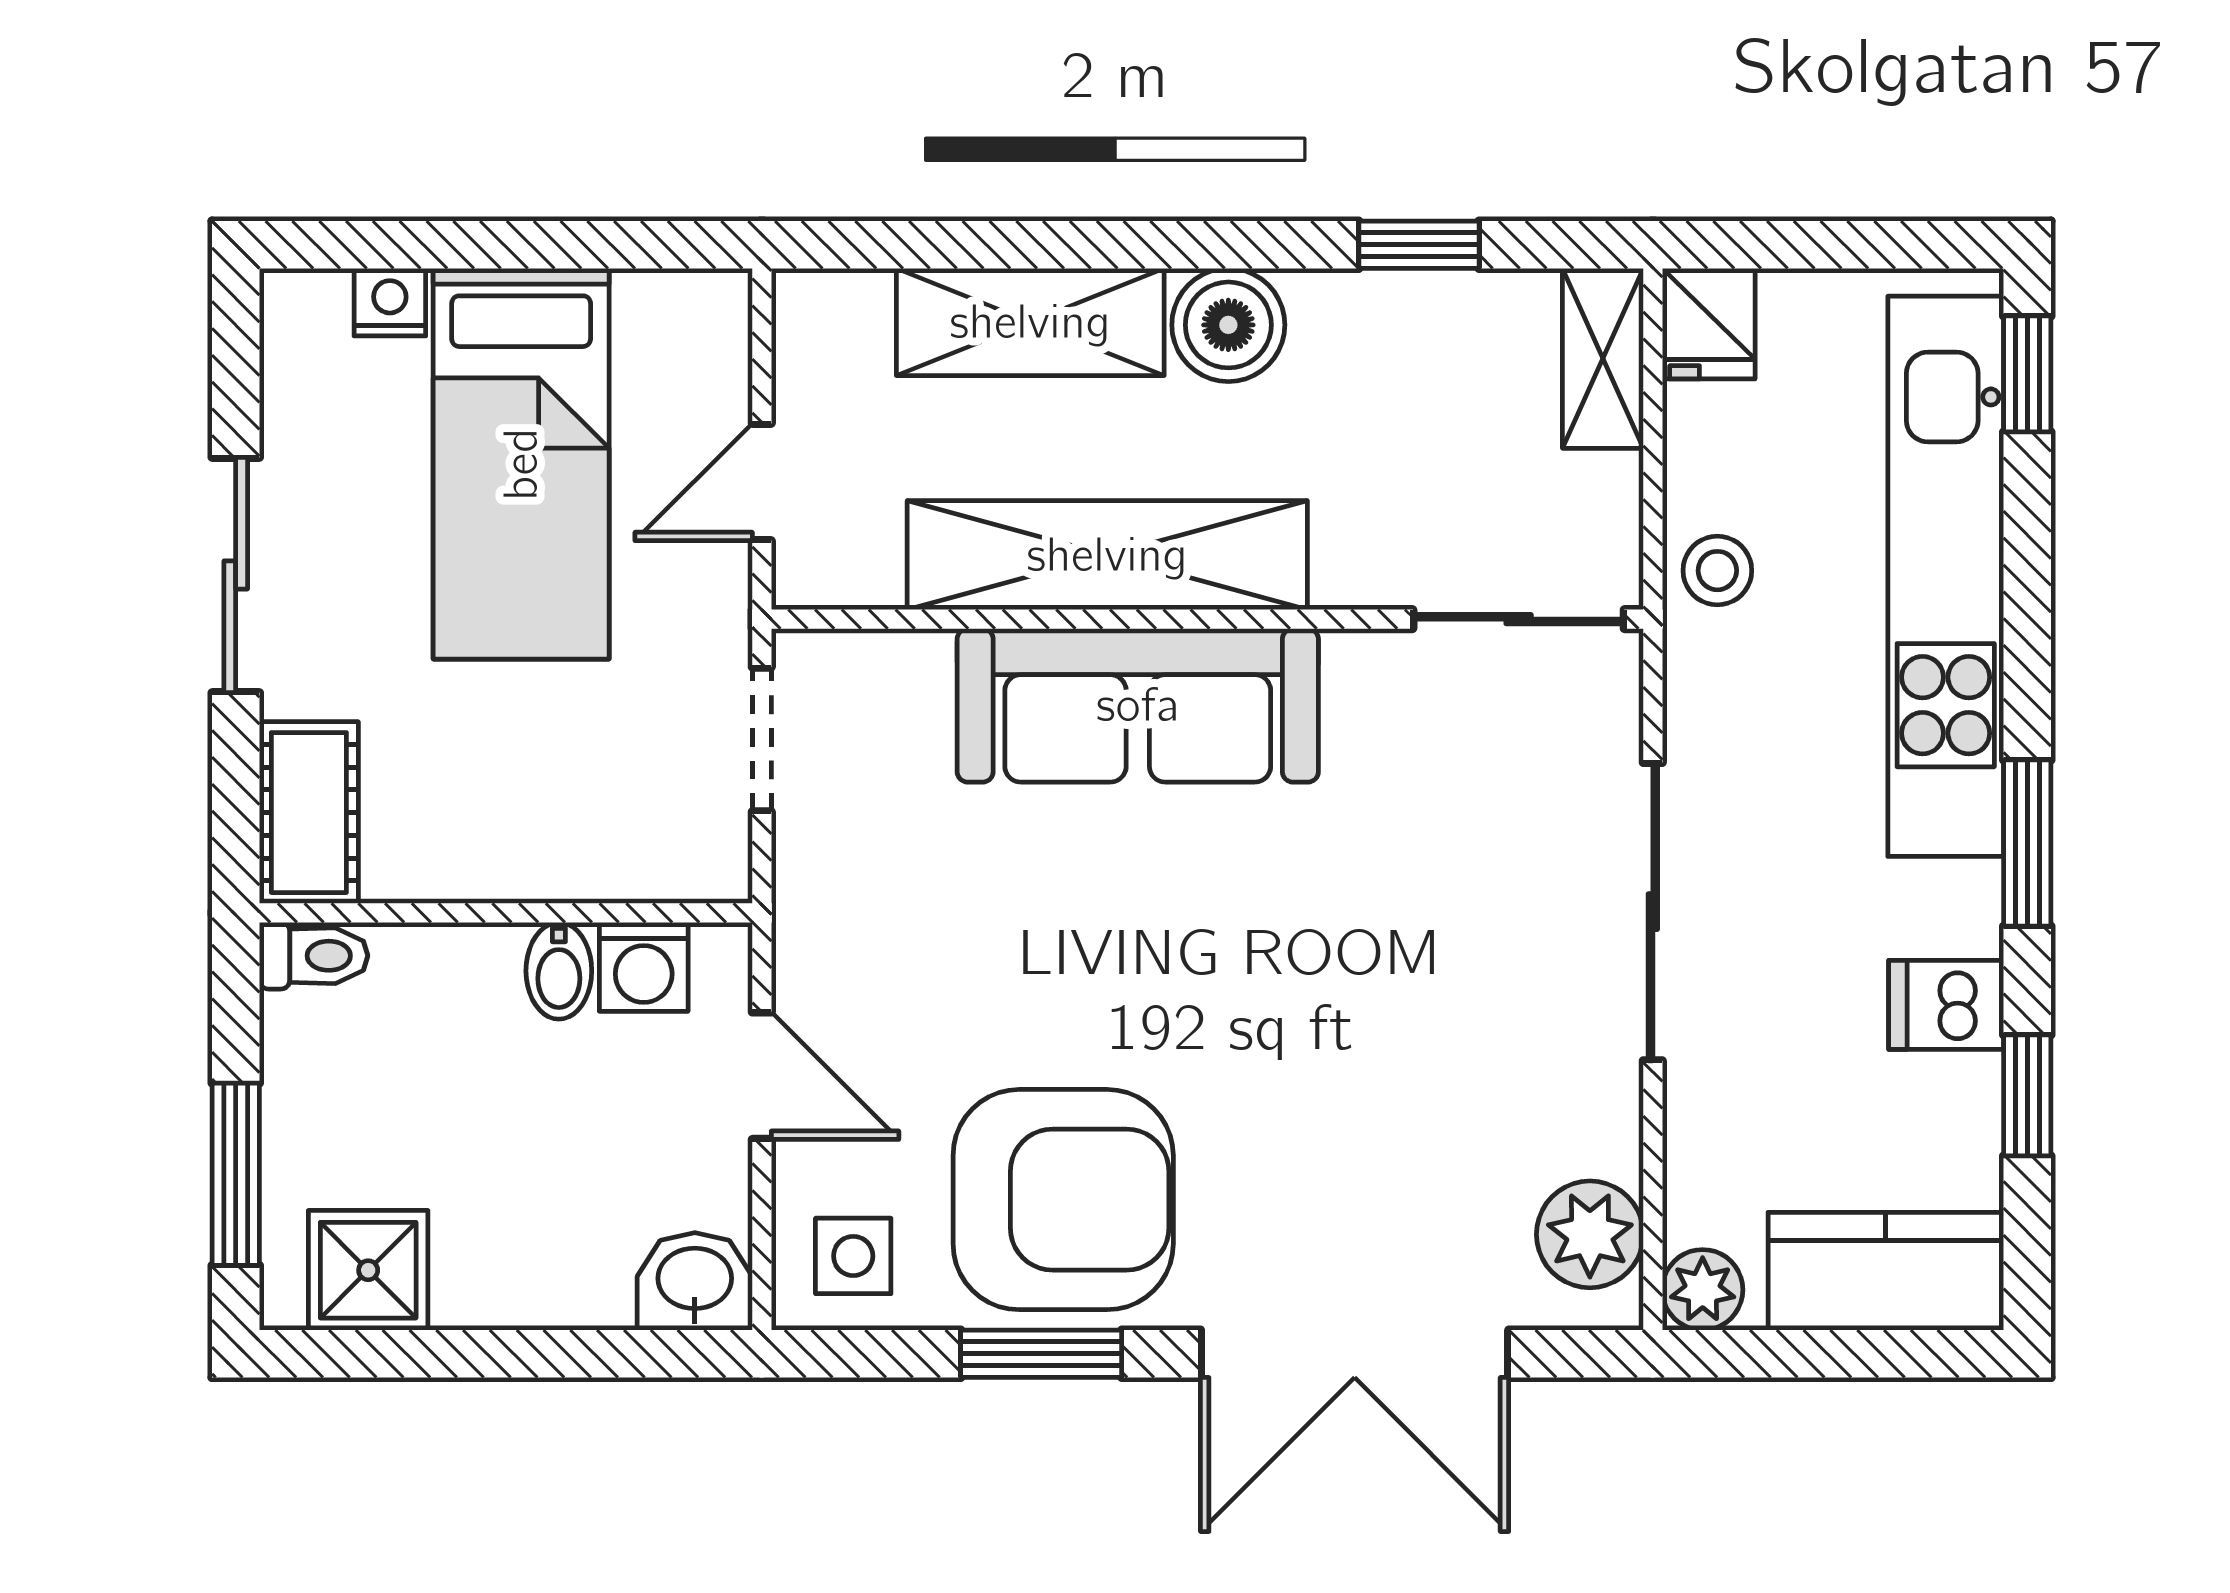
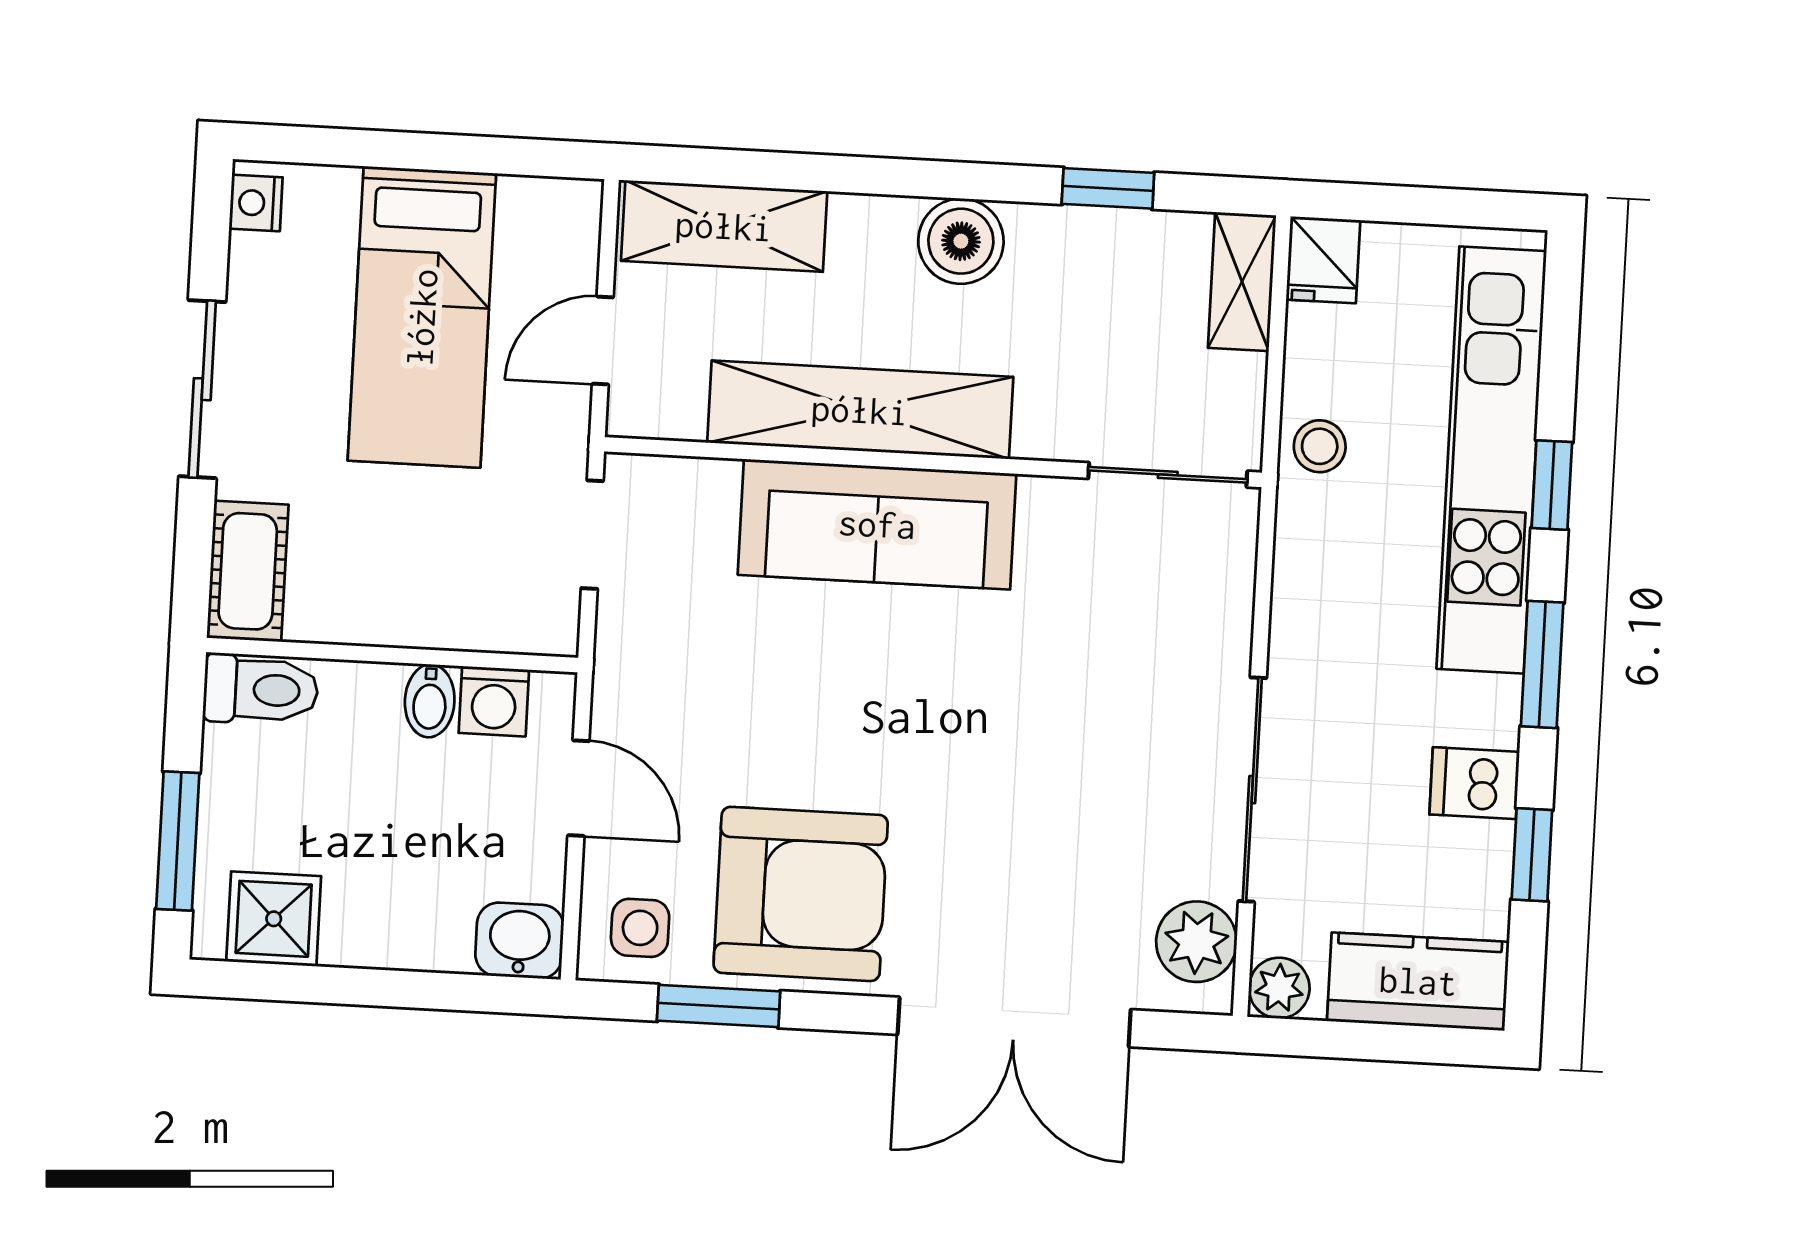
nightstand: (390, 302) -> (256, 203), moved, turned -90
shelving: (1030, 322) -> (724, 226), moved
window: (2027, 374) -> (1552, 485), moved
sliding door: (1653, 912) -> (1252, 790), moved
toilet: (314, 956) -> (261, 690), width x1.37, depth x1.39
window: (1041, 1354) -> (719, 1006), moved

